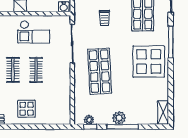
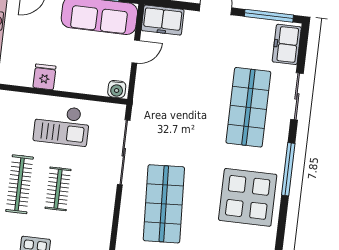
trolley: (104, 18) -> (182, 116), removed
clothes rail: (13, 70) -> (20, 184), width x1.36

